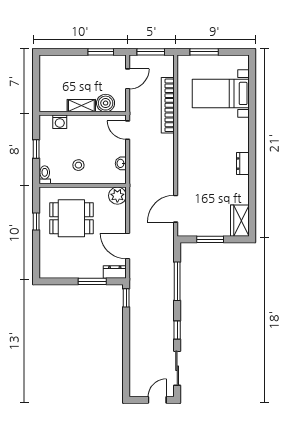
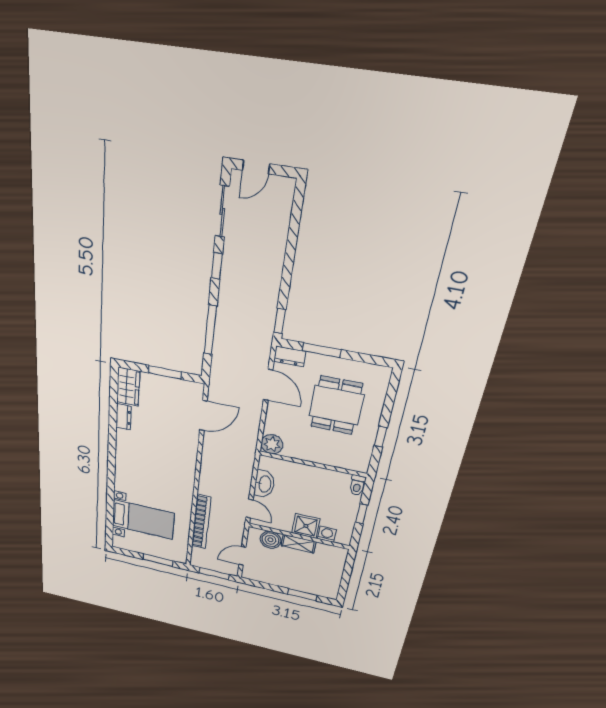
window: (101, 52) -> (302, 595), moved
shower: (78, 125) -> (306, 526), added
washbasin: (121, 163) -> (264, 484), width x1.91, depth x1.45
dresser: (243, 164) -> (124, 417), moved
stool: (78, 165) -> (314, 486), removed
dining table: (71, 218) -> (336, 405), moved, turned 90

